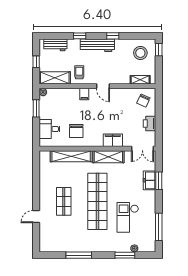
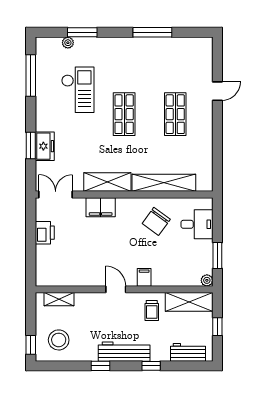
chair: (143, 101) -> (54, 268), removed
chair: (76, 131) -> (156, 221), turned -144
shop shelf: (97, 201) -> (124, 114), width x0.50, depth x0.74

